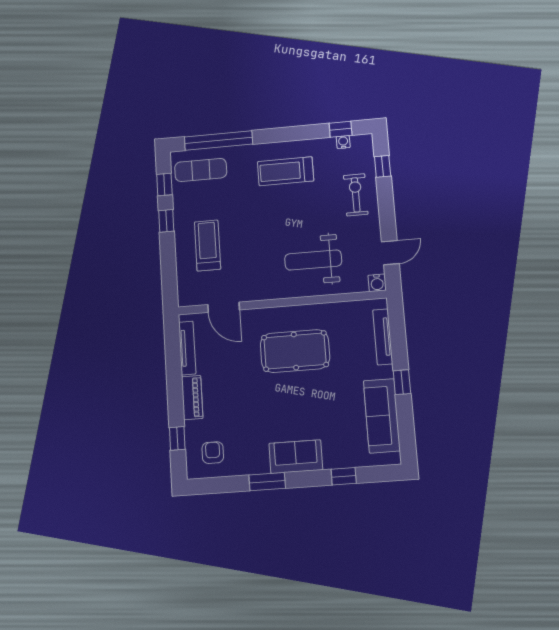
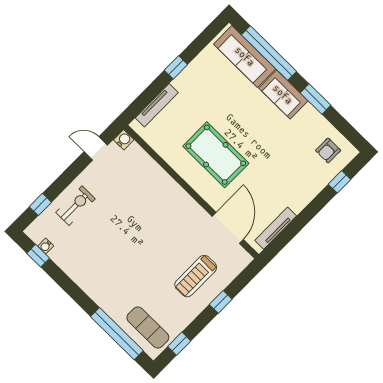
treadmill: (286, 171) -> (99, 268), removed
exercise bike: (356, 195) -> (76, 206), turned 180
window: (166, 221) -> (221, 302), moved
weight bench: (313, 260) -> (145, 196), removed
door: (224, 307) -> (228, 228), width x1.36
piano: (192, 398) -> (305, 196), removed
sofa: (382, 416) -> (245, 56), moved, turned 90
window: (344, 476) -> (269, 53), width x3.17

